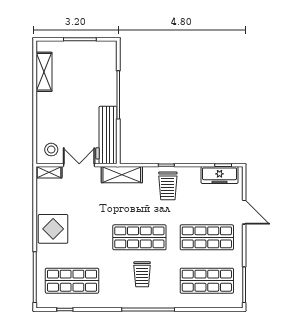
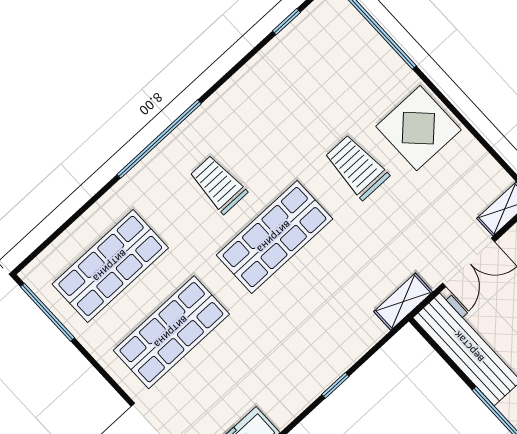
shelving: (122, 175) -> (403, 302), width x0.67, depth x0.75
trolley: (168, 186) -> (357, 167), moved
shop shelf: (72, 281) -> (316, 76), removed

